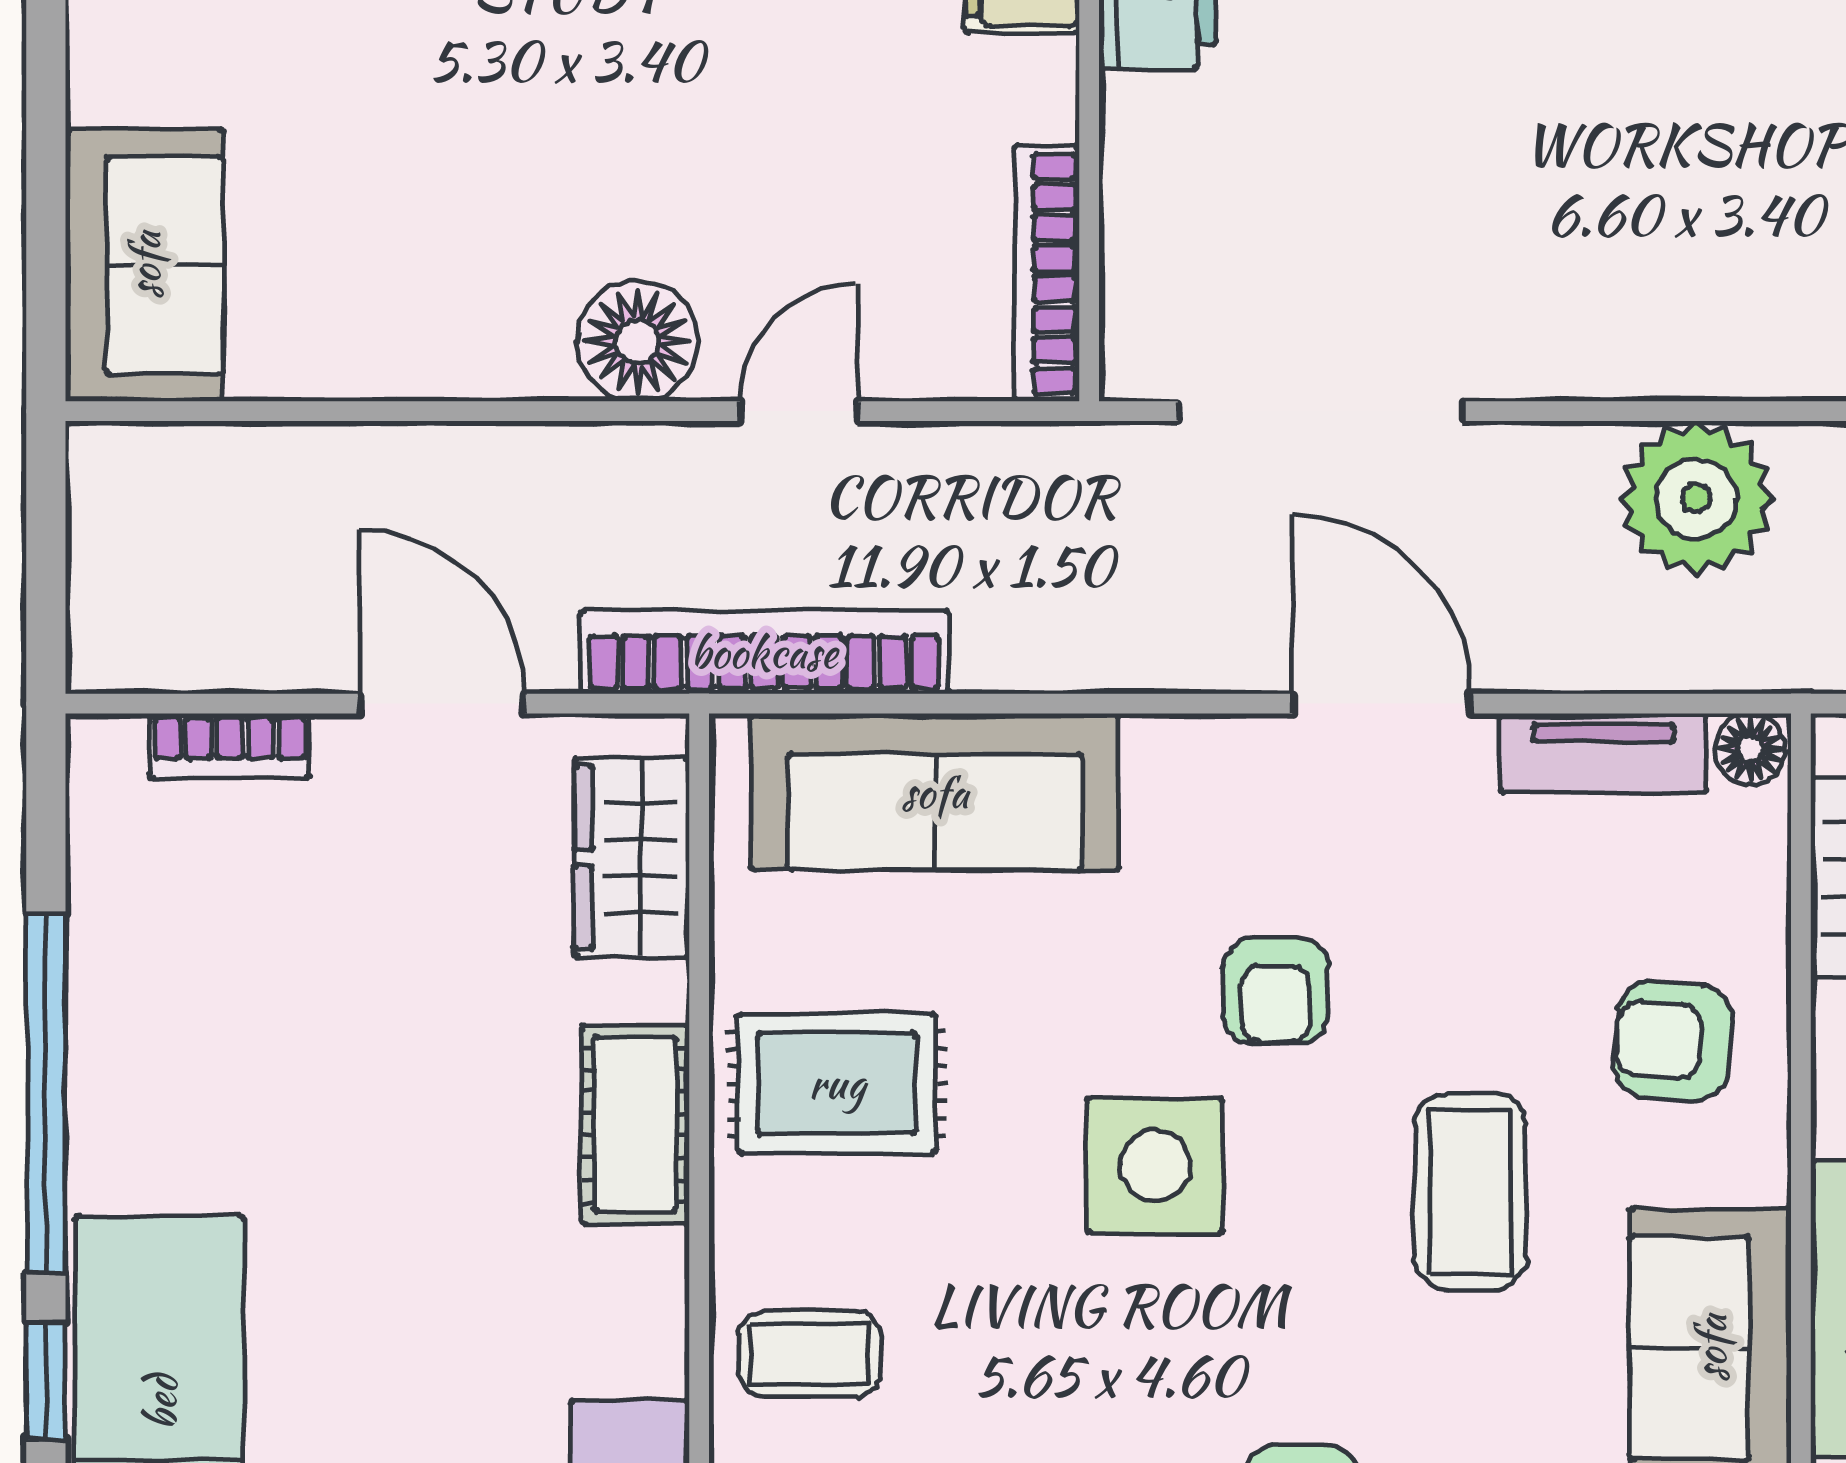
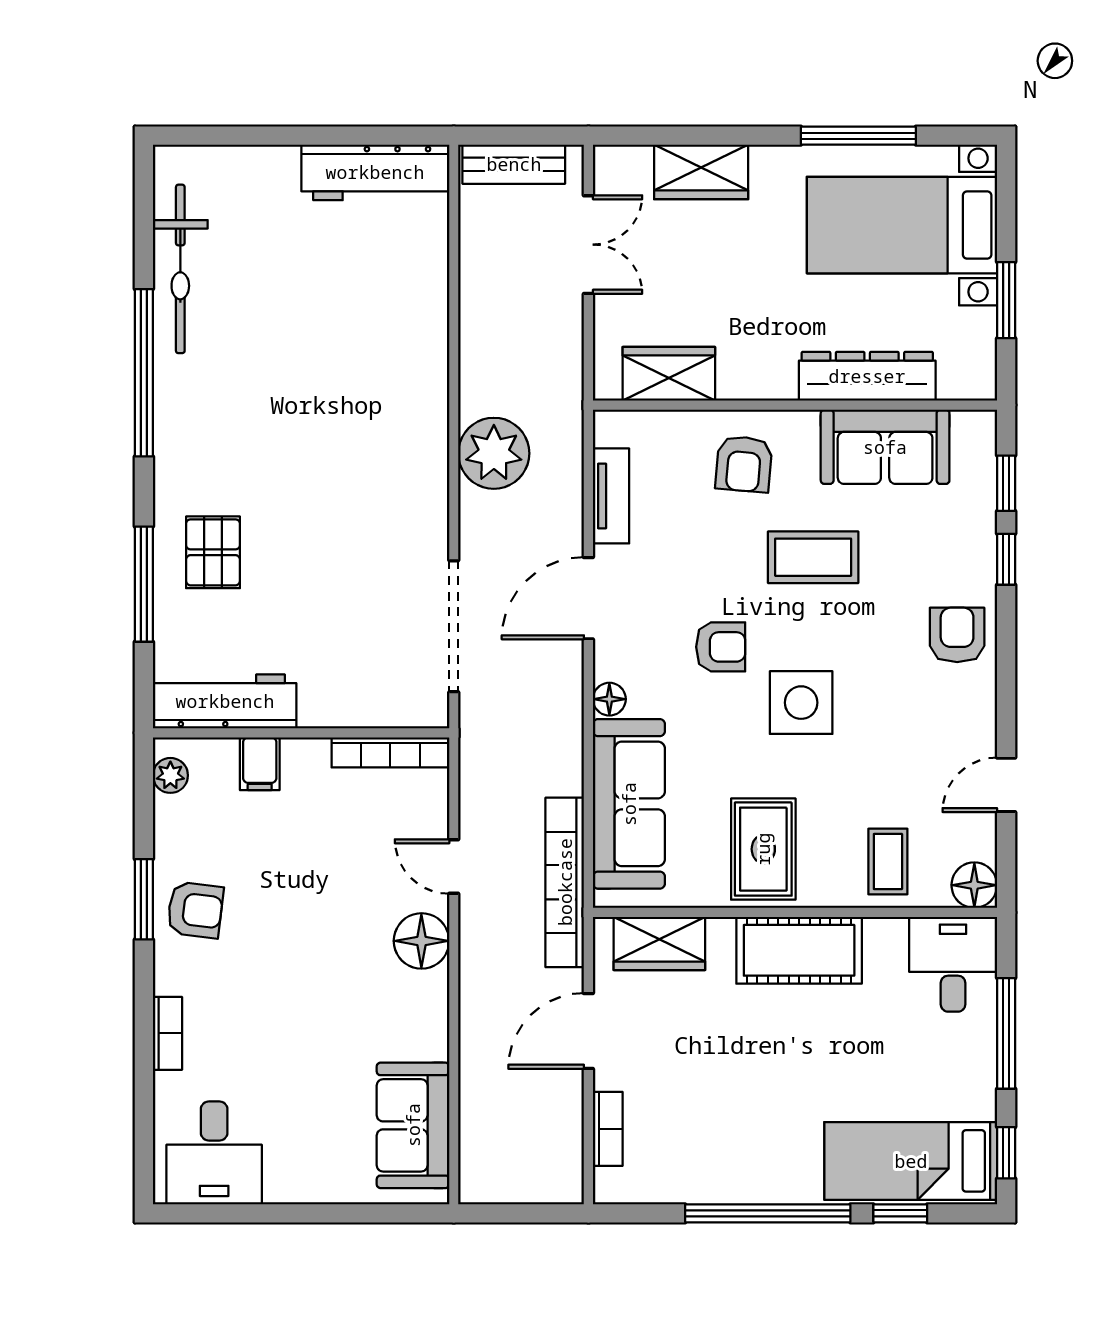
sofa: (144, 265) -> (413, 1125), moved, turned -90
floor lamp: (1750, 749) -> (609, 699), moved
cot: (635, 1124) -> (799, 950), width x1.37, depth x1.34

